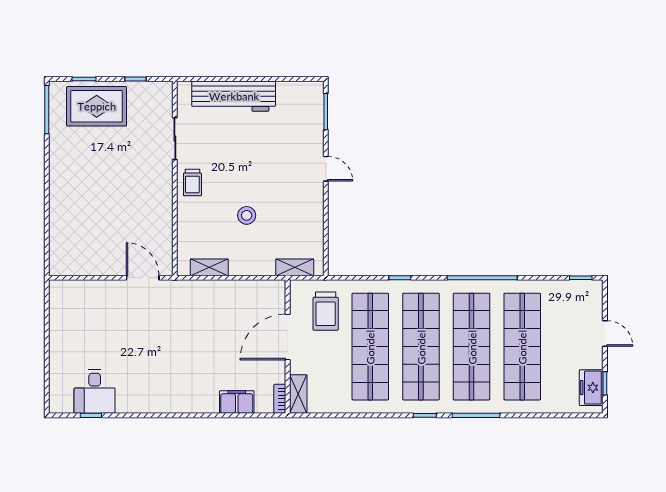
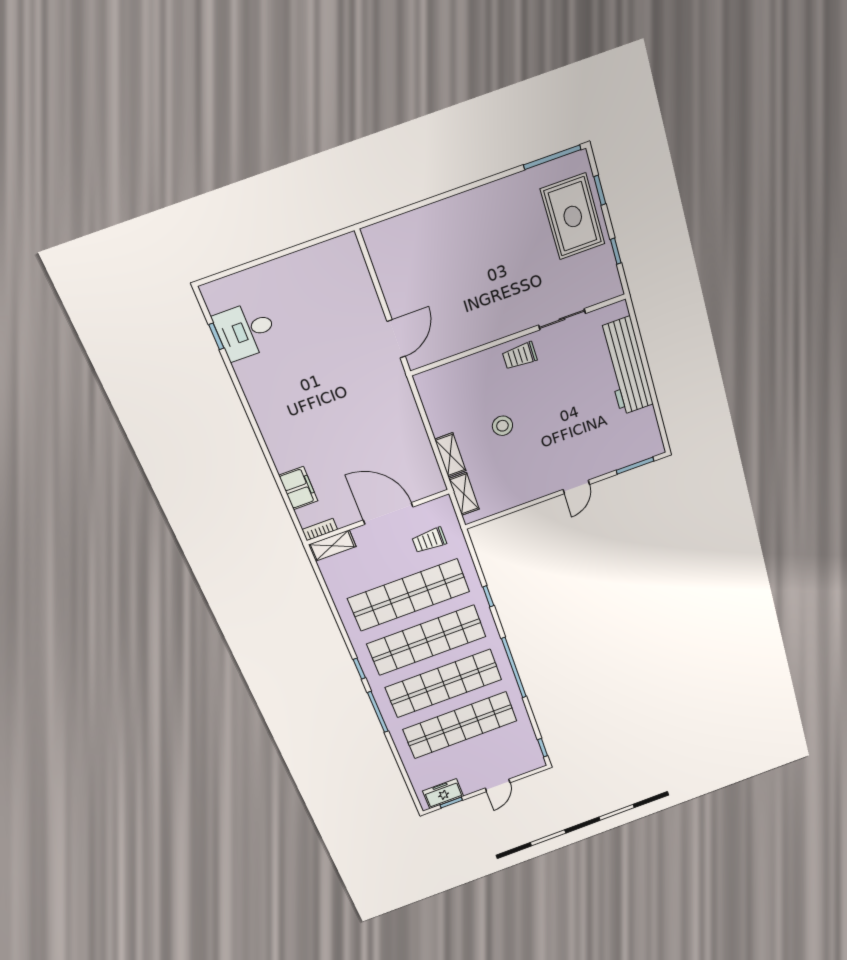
shelving: (209, 267) -> (450, 455), moved
trolley: (326, 311) -> (429, 540), width x0.73, depth x0.72

